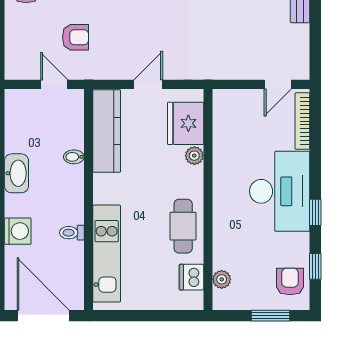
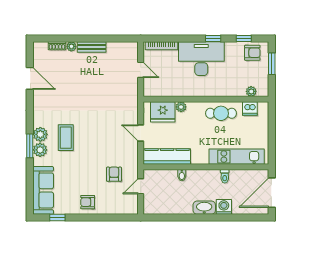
door: (278, 84) -> (141, 70), moved
washbasin: (16, 173) -> (204, 208), moved
armchair: (290, 281) -> (252, 53), turned 180

